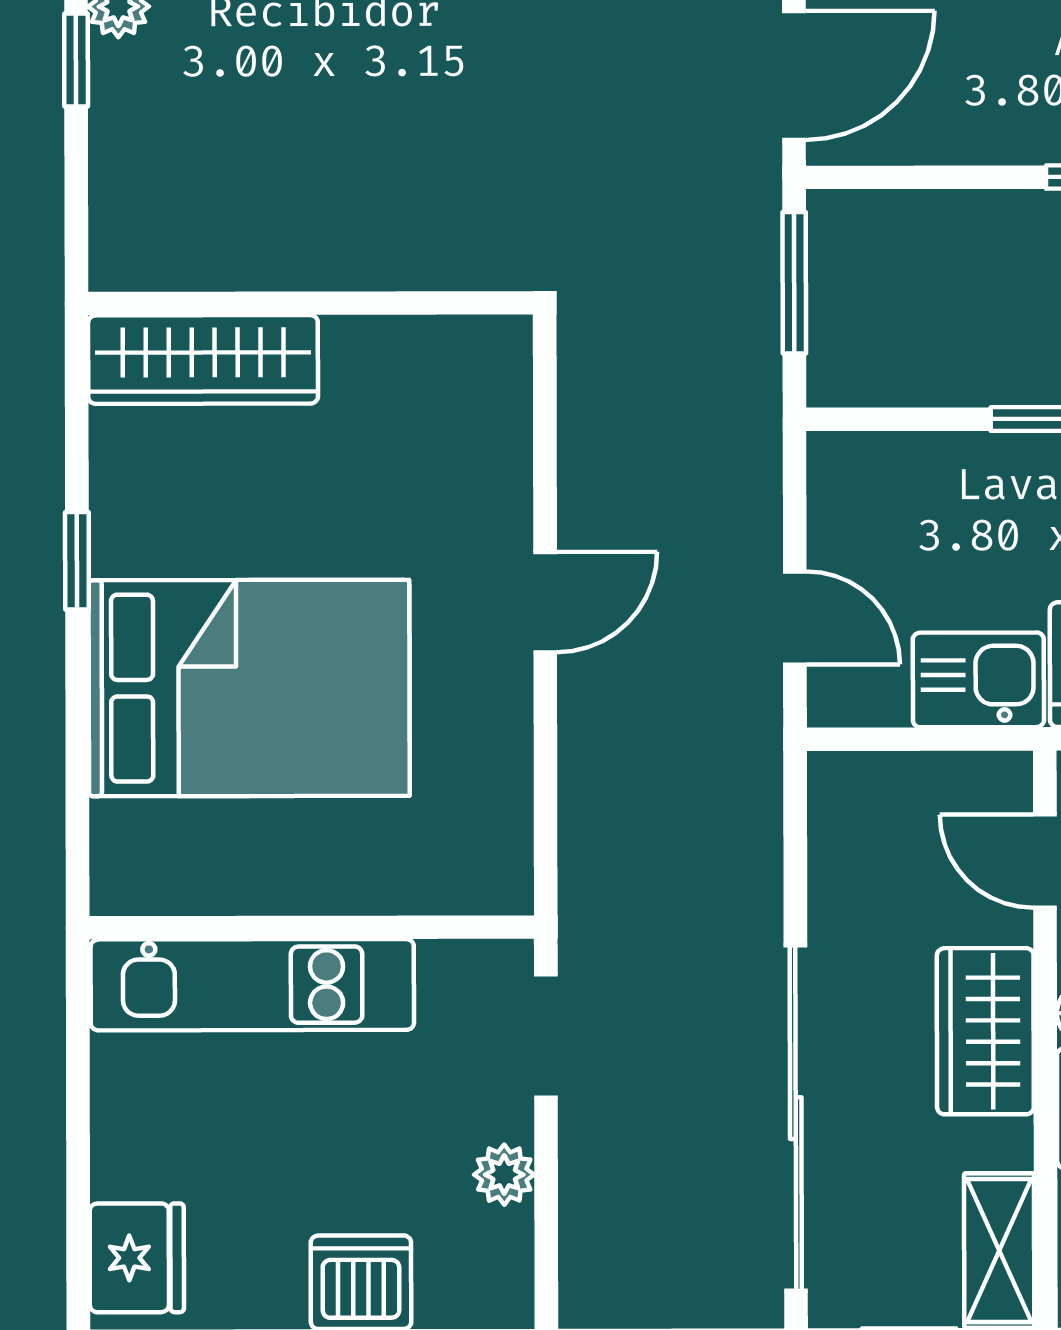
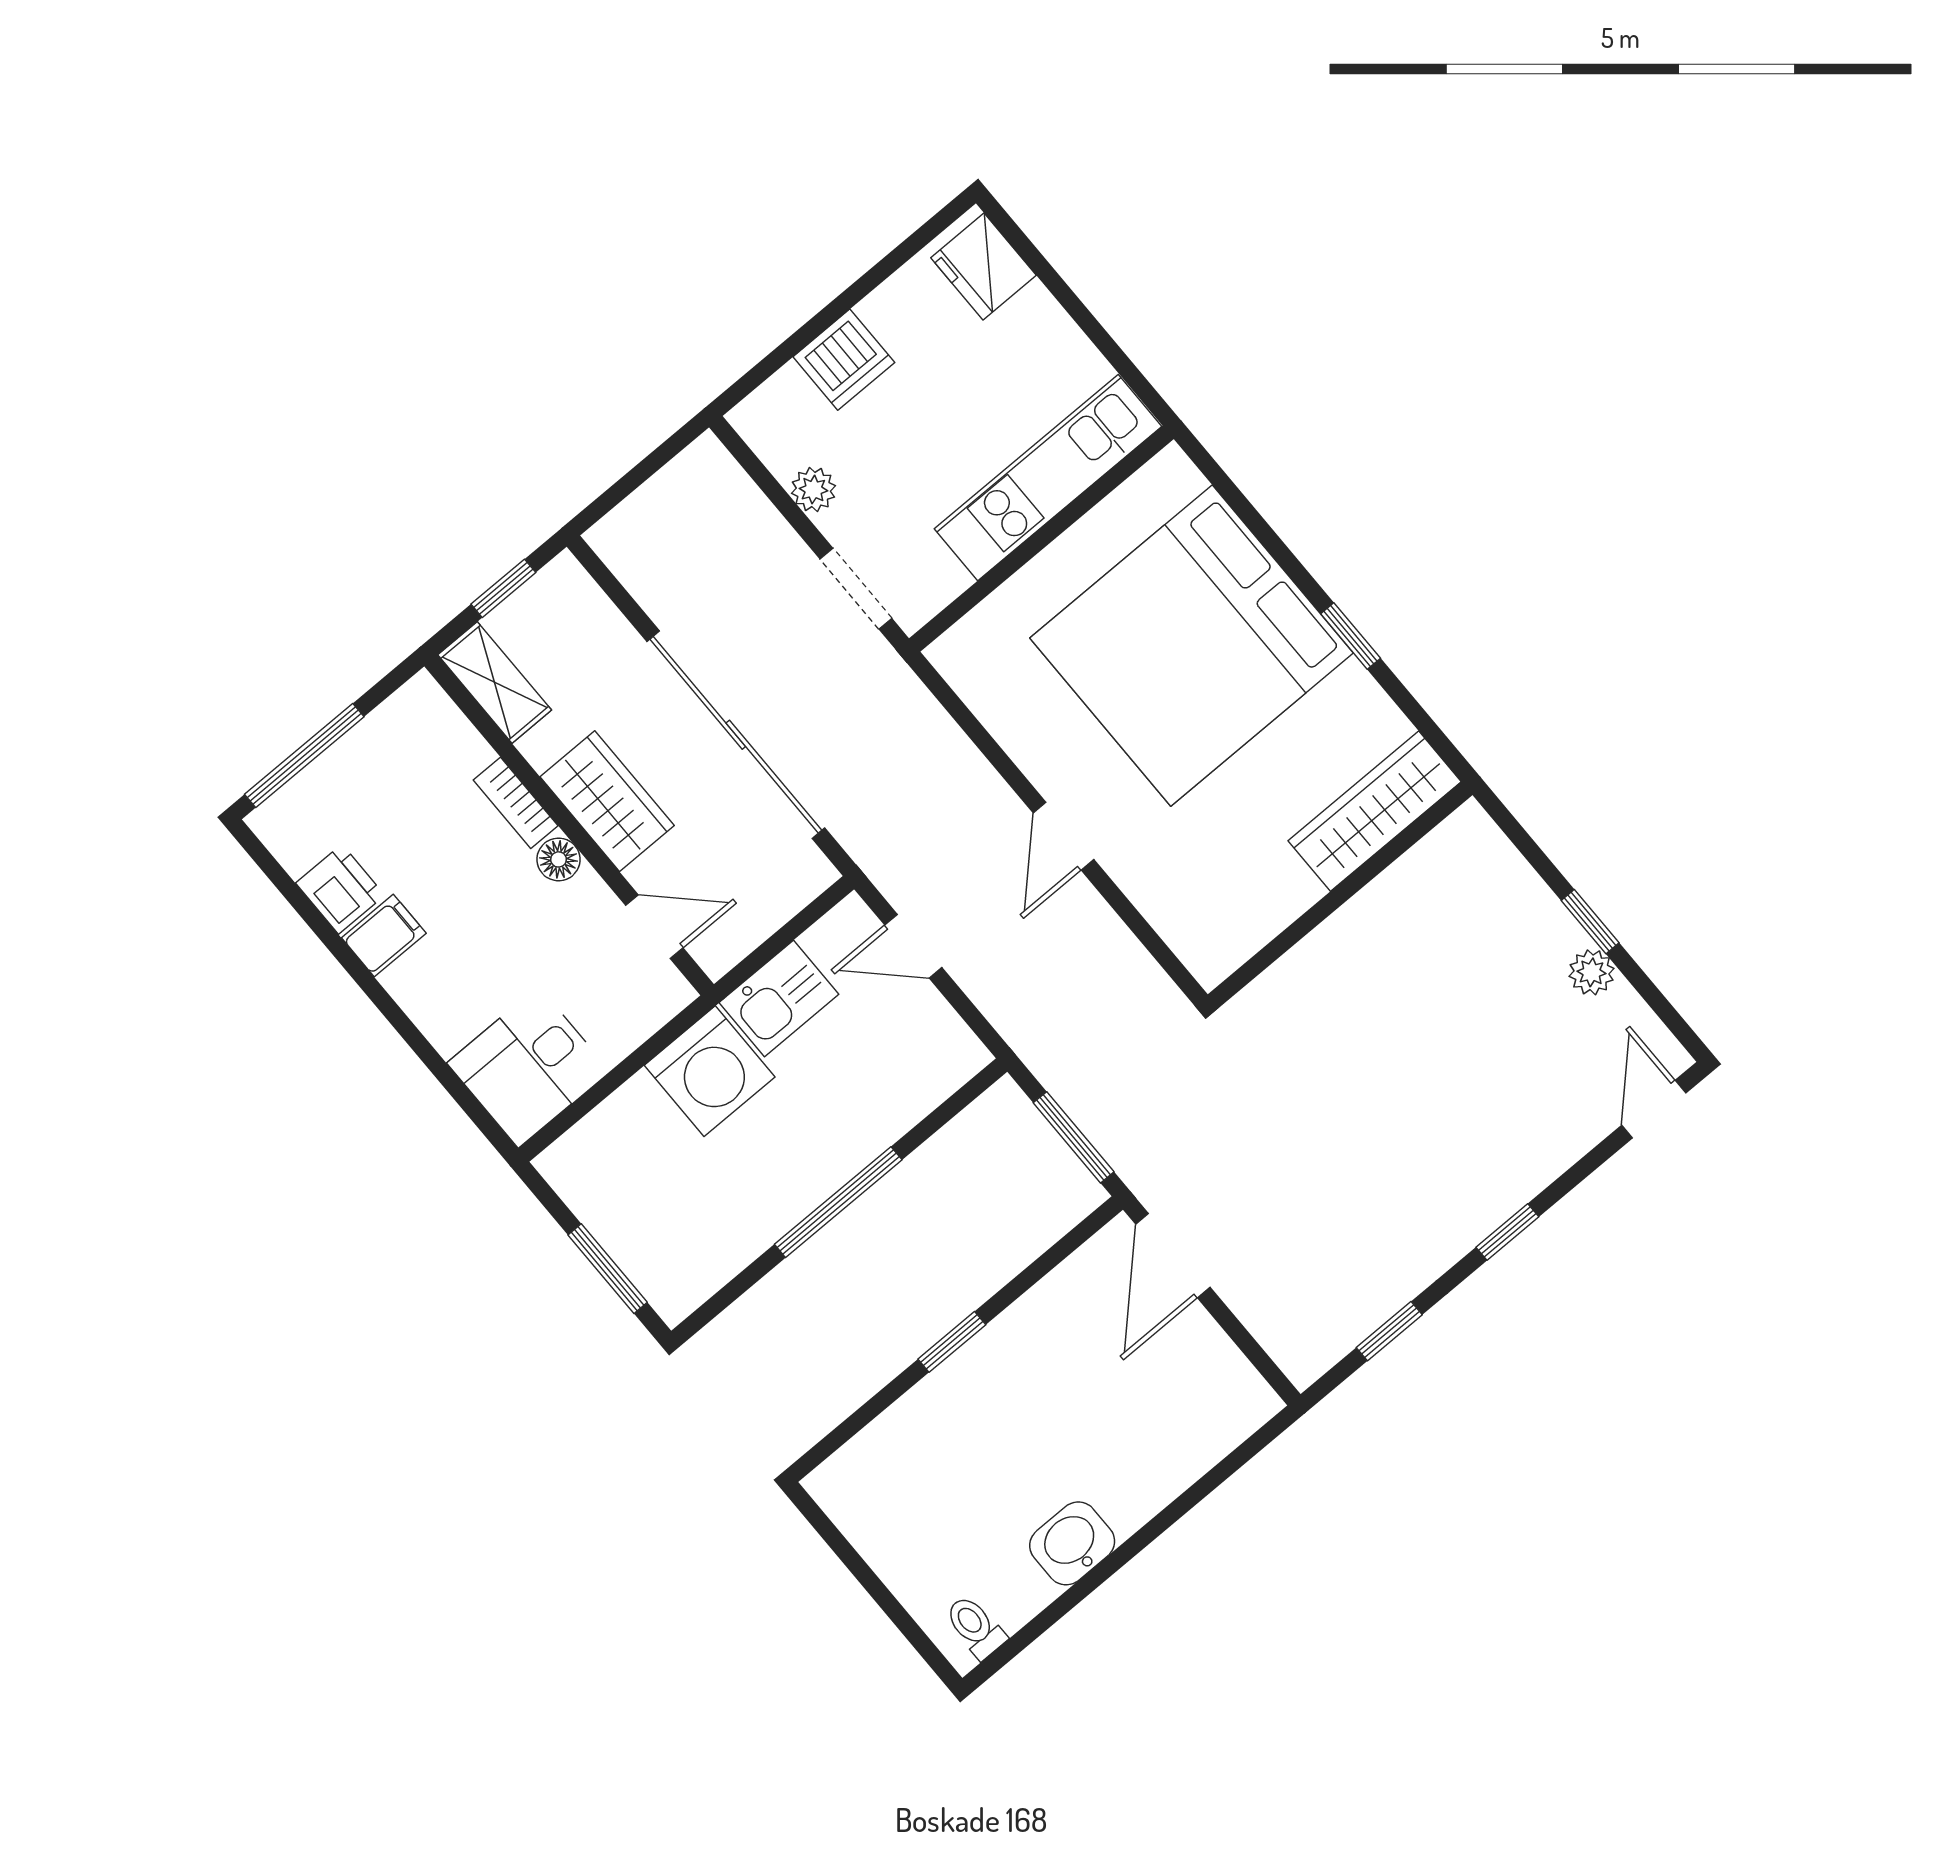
bed: (249, 688) -> (1191, 646), width x1.36
sliding door: (796, 1118) -> (736, 735), moved

